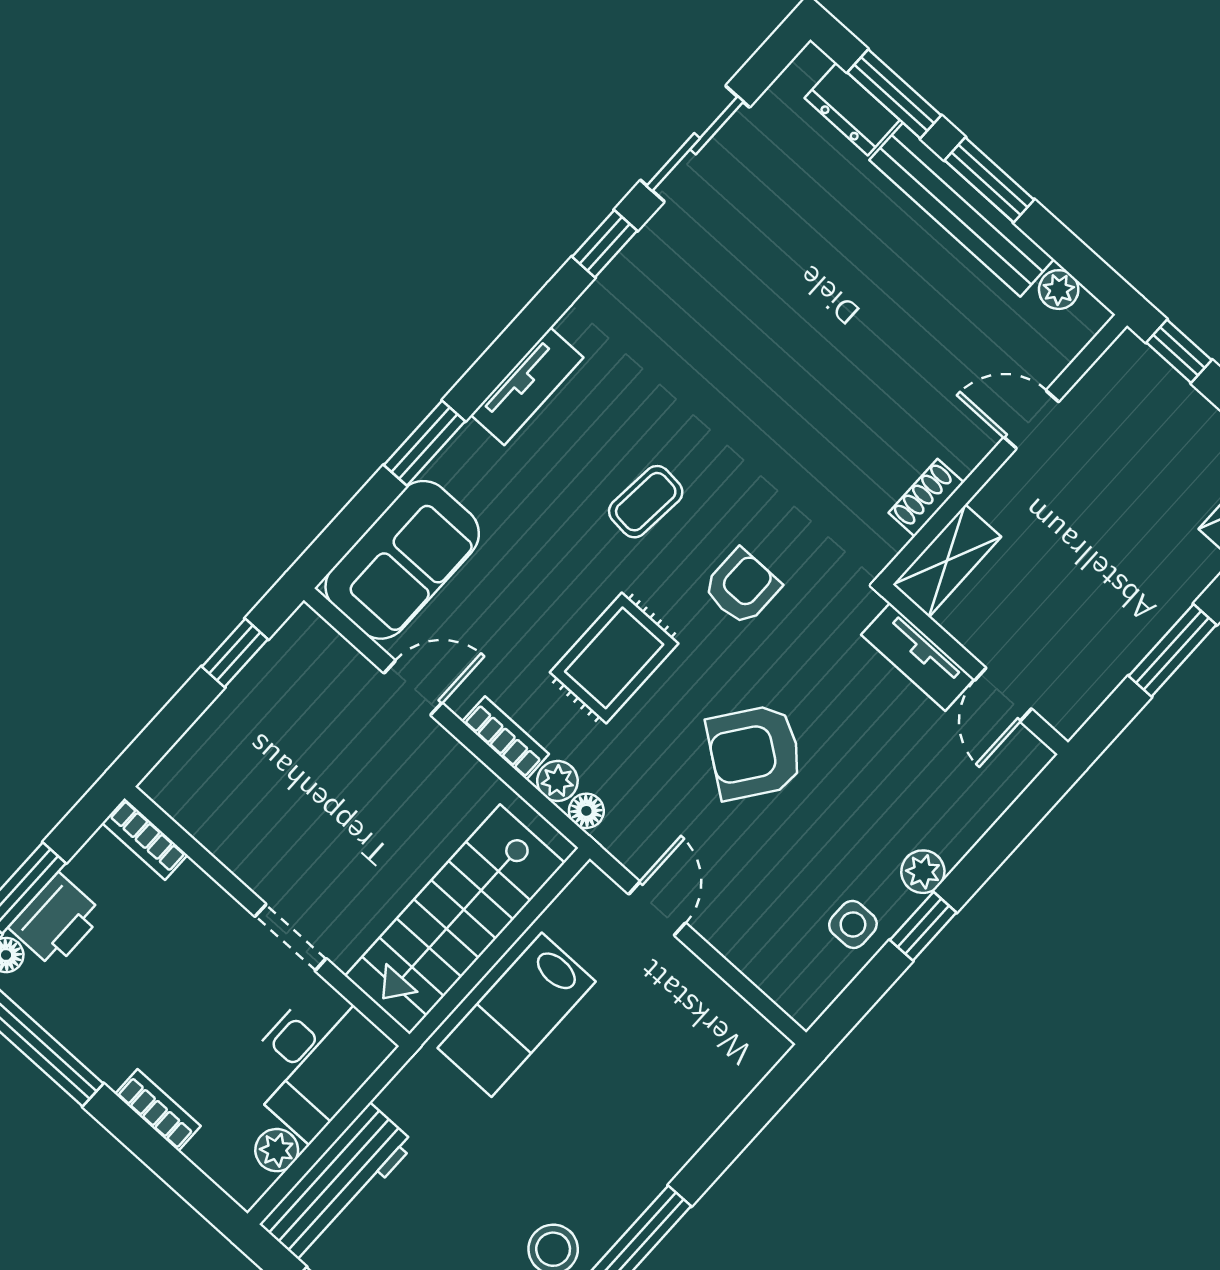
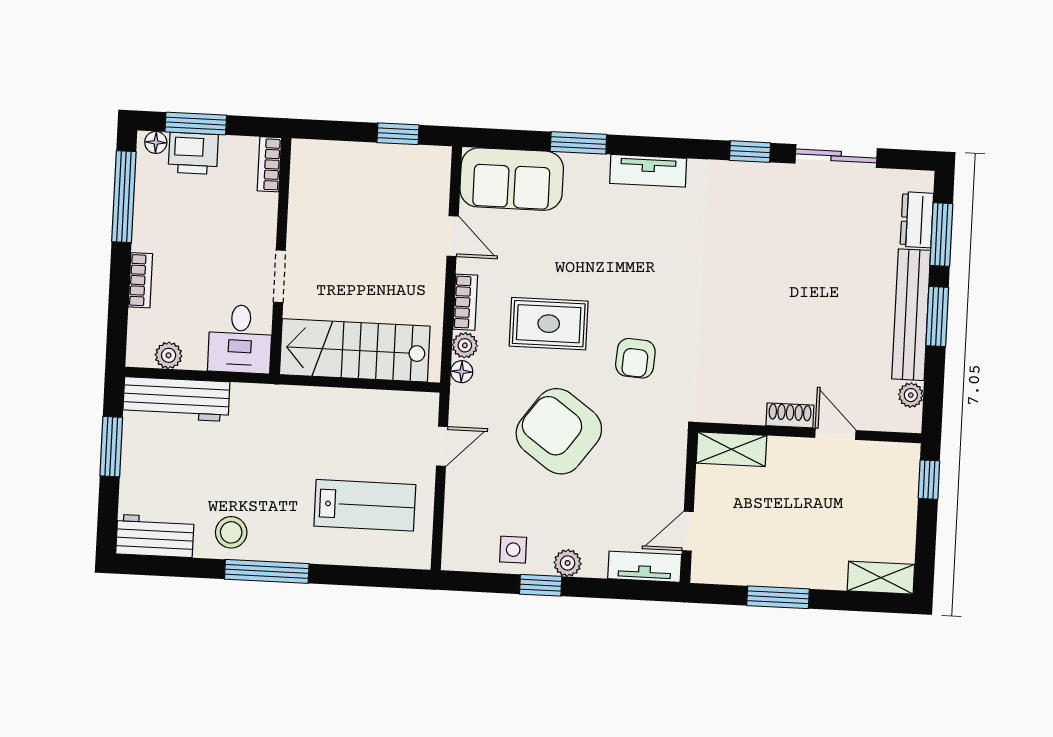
shoe rack: (926, 498) -> (790, 415), moved
coffee table: (646, 502) -> (639, 276), removed
armchair: (742, 587) -> (635, 358), turned 94
tv unit: (918, 657) -> (645, 567), moved, turned 90
armchair: (755, 752) -> (559, 431), width x1.36, depth x1.36
lab bench: (517, 1015) -> (365, 505), moved, turned 180
desk: (315, 1061) -> (240, 339), width x0.73

